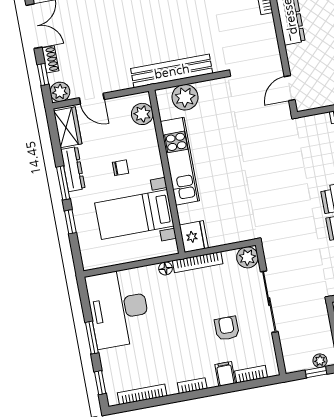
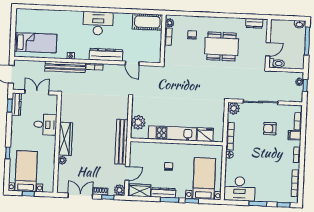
bench: (172, 71) -> (121, 142), moved
door: (290, 88) -> (132, 63), moved
plant: (142, 114) -> (142, 148), removed
bed with nightstands: (134, 215) -> (204, 179), moved, turned 180
fridge: (194, 237) -> (205, 135), moved
desk: (118, 308) -> (240, 189), width x0.73, depth x0.77

